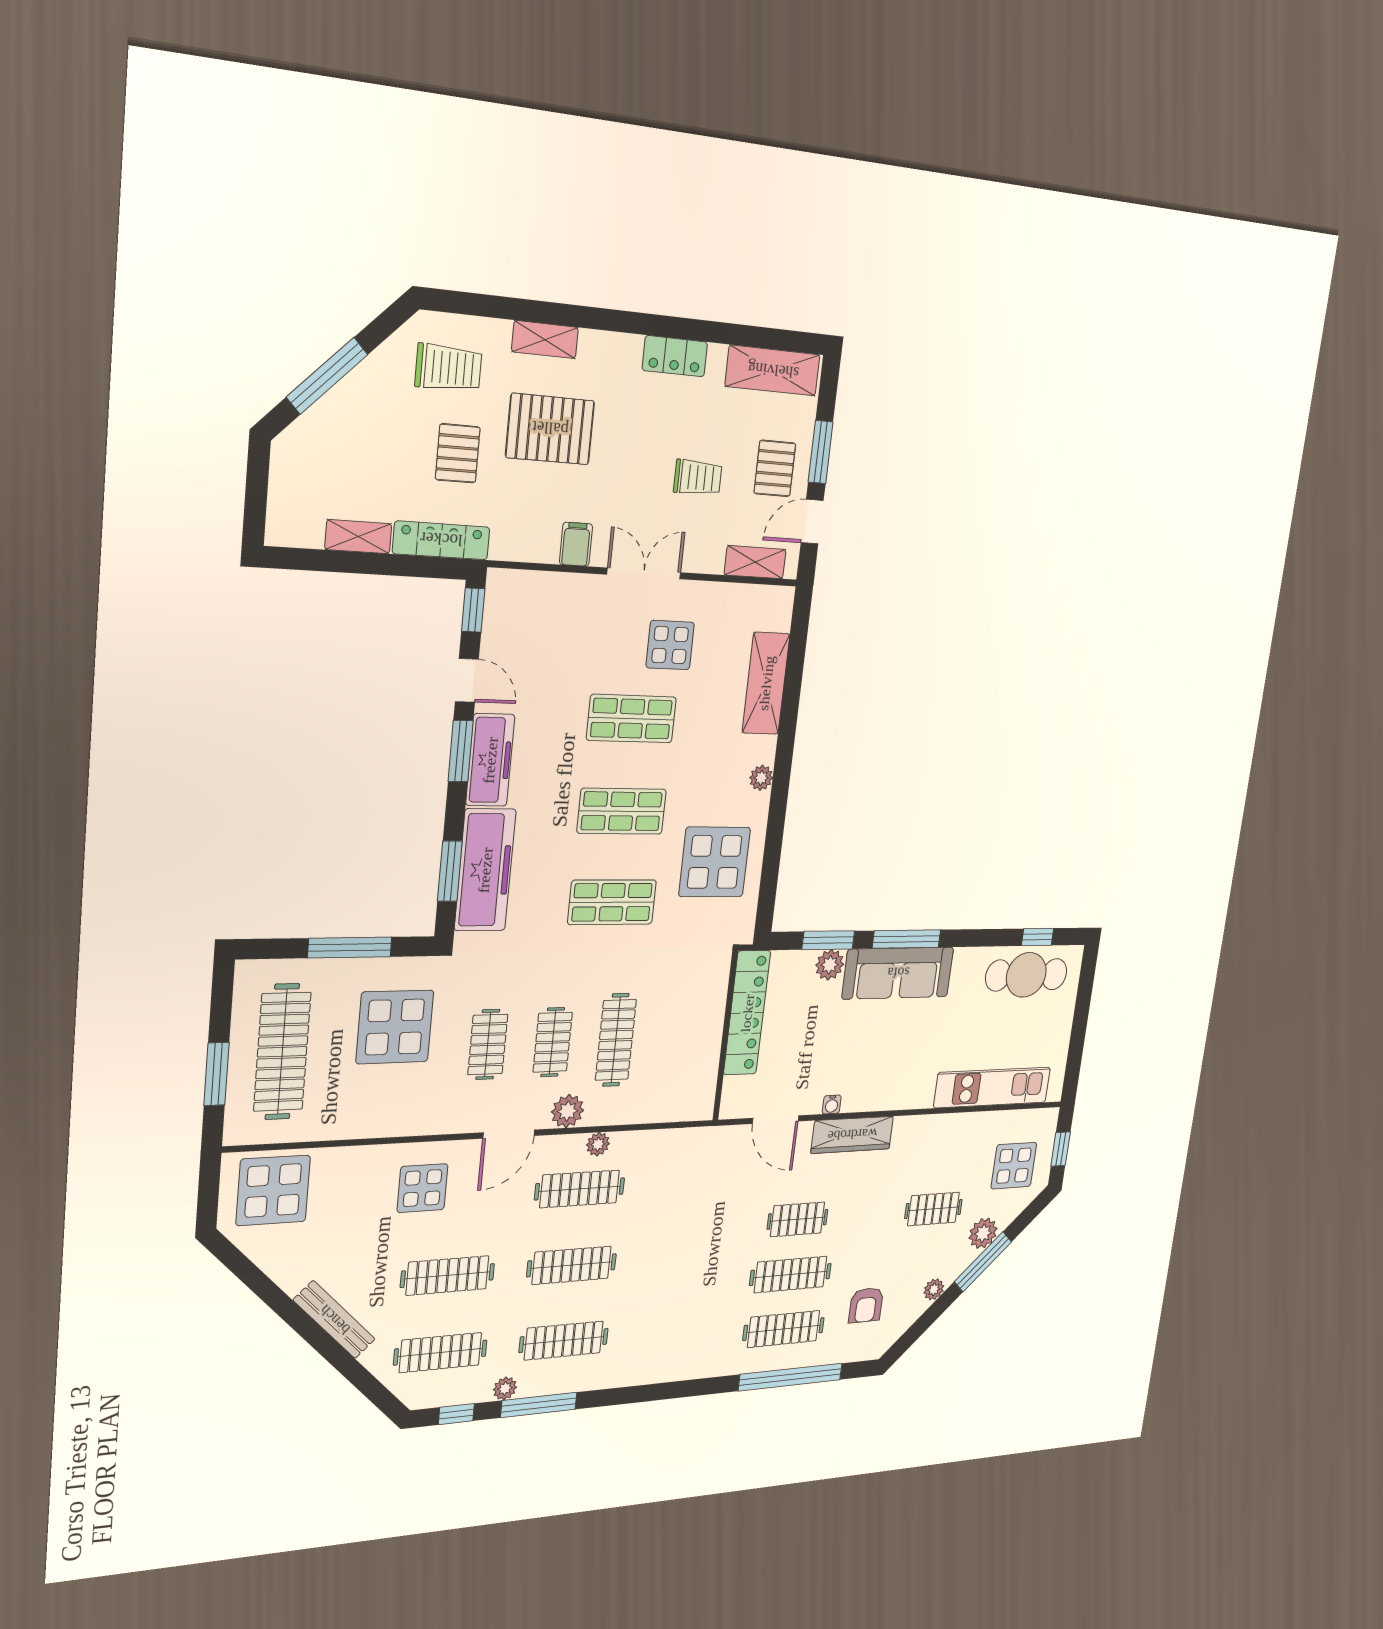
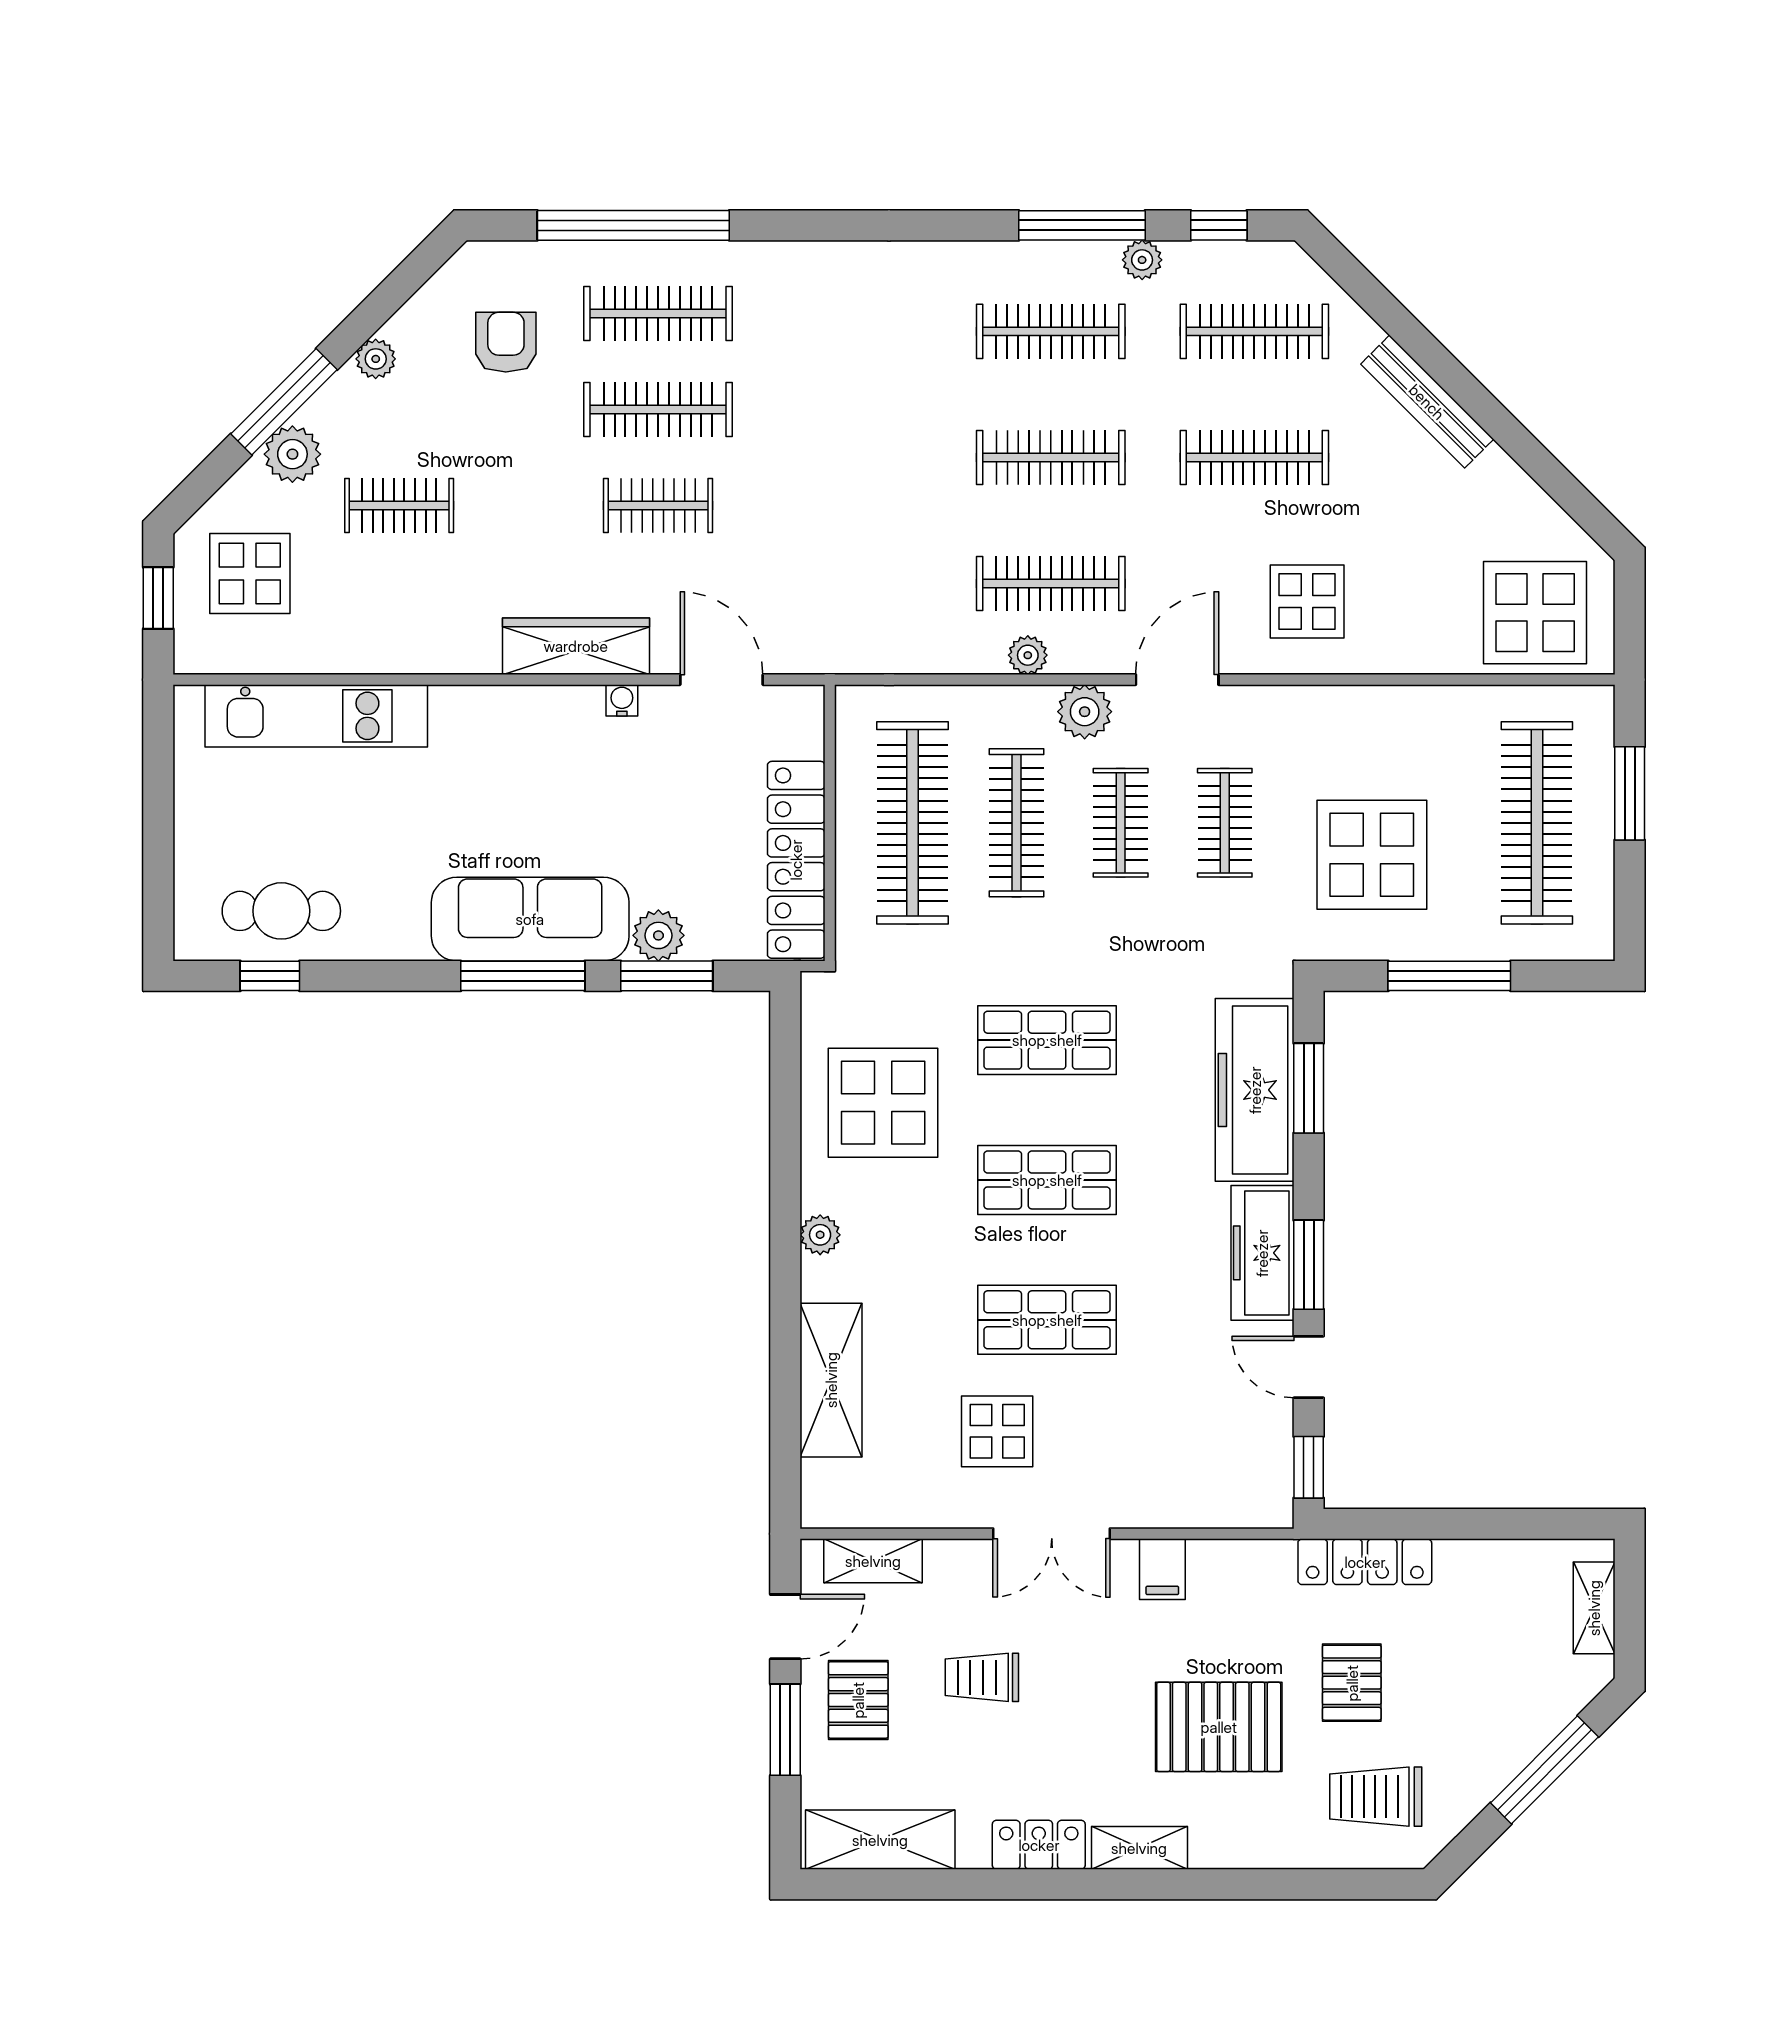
shelving: (545, 340) -> (1139, 1848), moved
shelving: (358, 537) -> (1594, 1608), moved, turned 90
cafe table: (1026, 975) -> (281, 911), width x0.73, depth x0.74
clothes rail: (677, 1038) -> (912, 823), added

